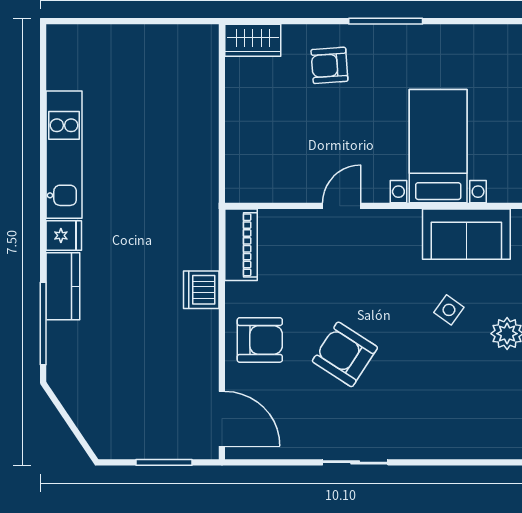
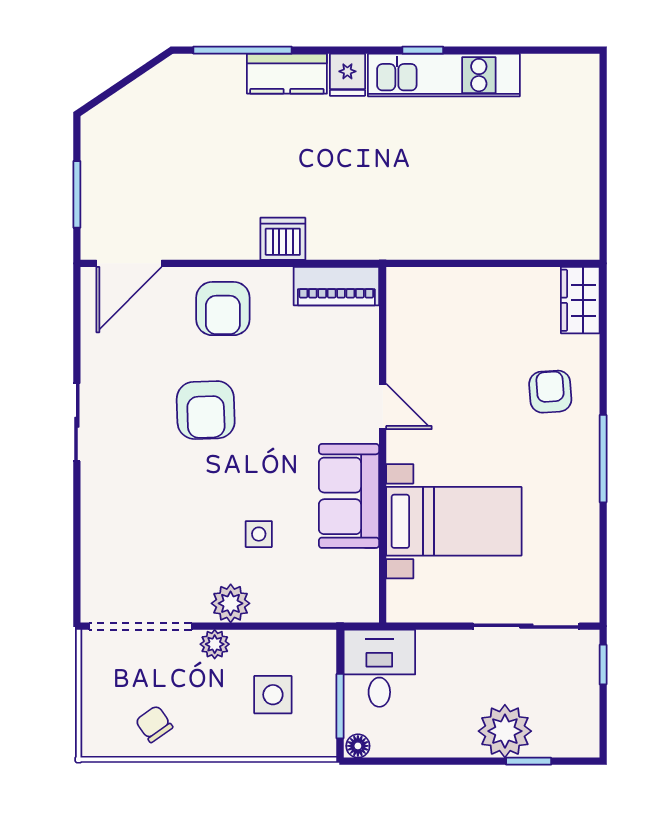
window: (43, 172) -> (423, 50), added
sofa: (466, 234) -> (349, 496), moved
side table: (449, 310) -> (259, 534), turned -36
armchair: (345, 354) -> (206, 410), turned 145

